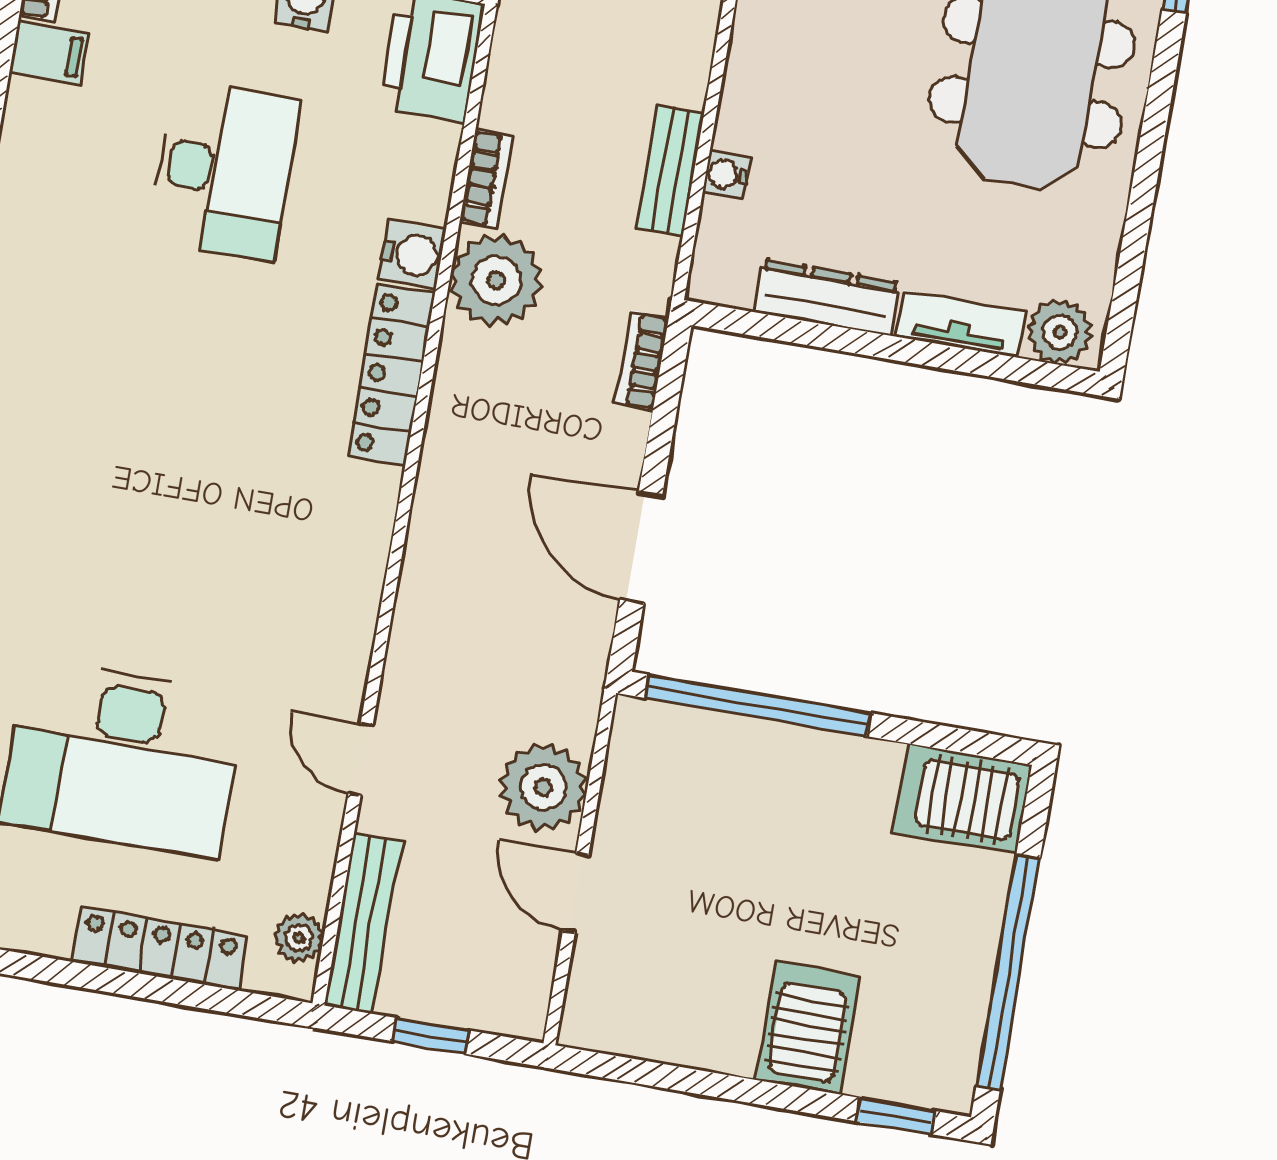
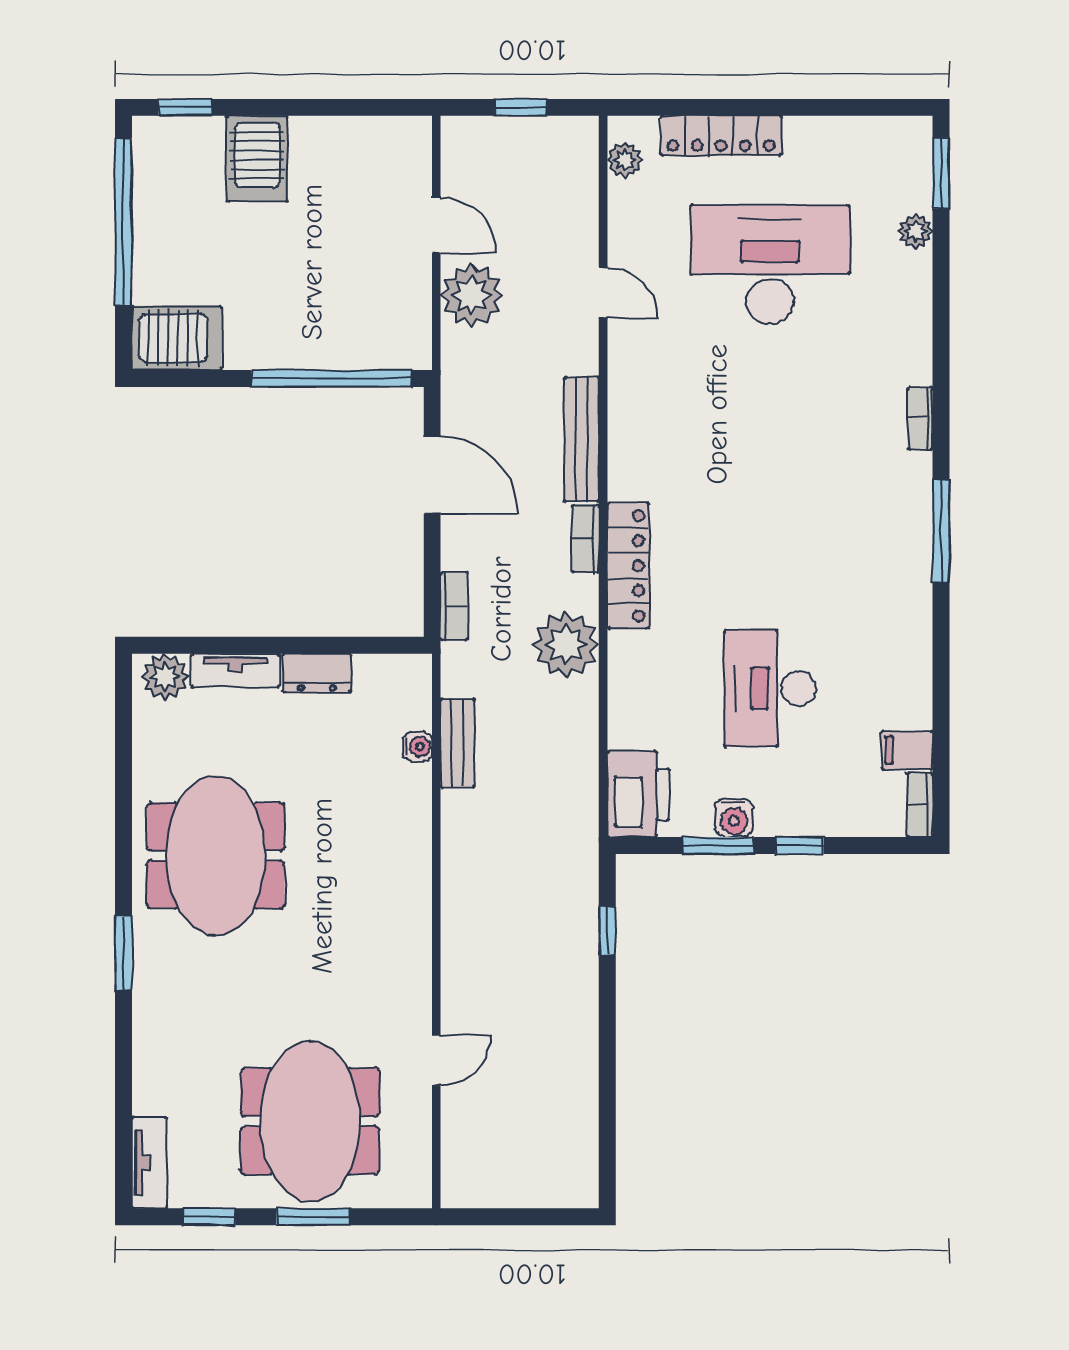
bookcase: (486, 179) -> (585, 539), moved
water cooler: (412, 254) -> (628, 653), removed
dresser: (827, 297) -> (317, 673), width x0.70
bench: (363, 923) -> (582, 439), moved

